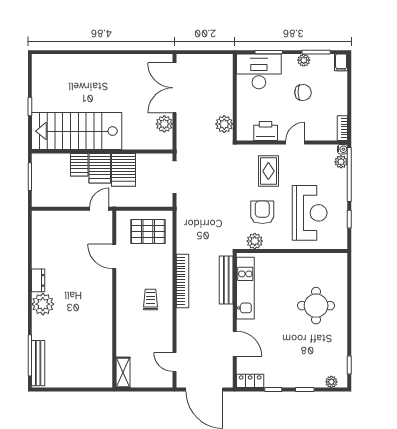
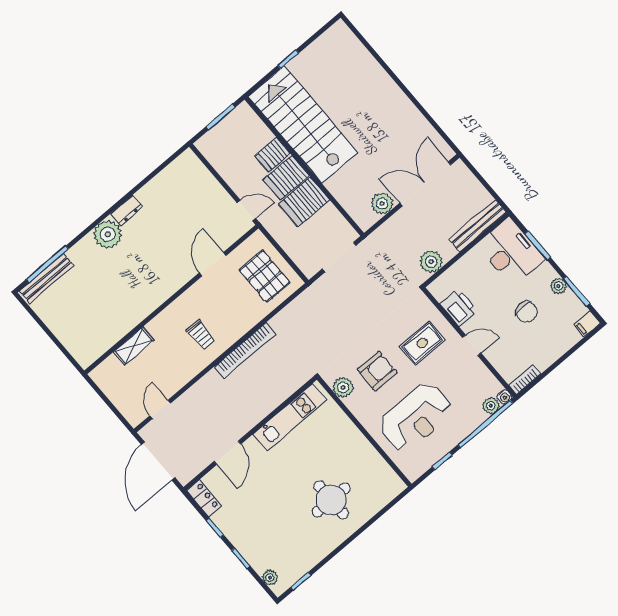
bench: (226, 280) -> (477, 226), moved
trolley: (151, 300) -> (201, 335), turned 90
shelving: (123, 372) -> (134, 346), moved

